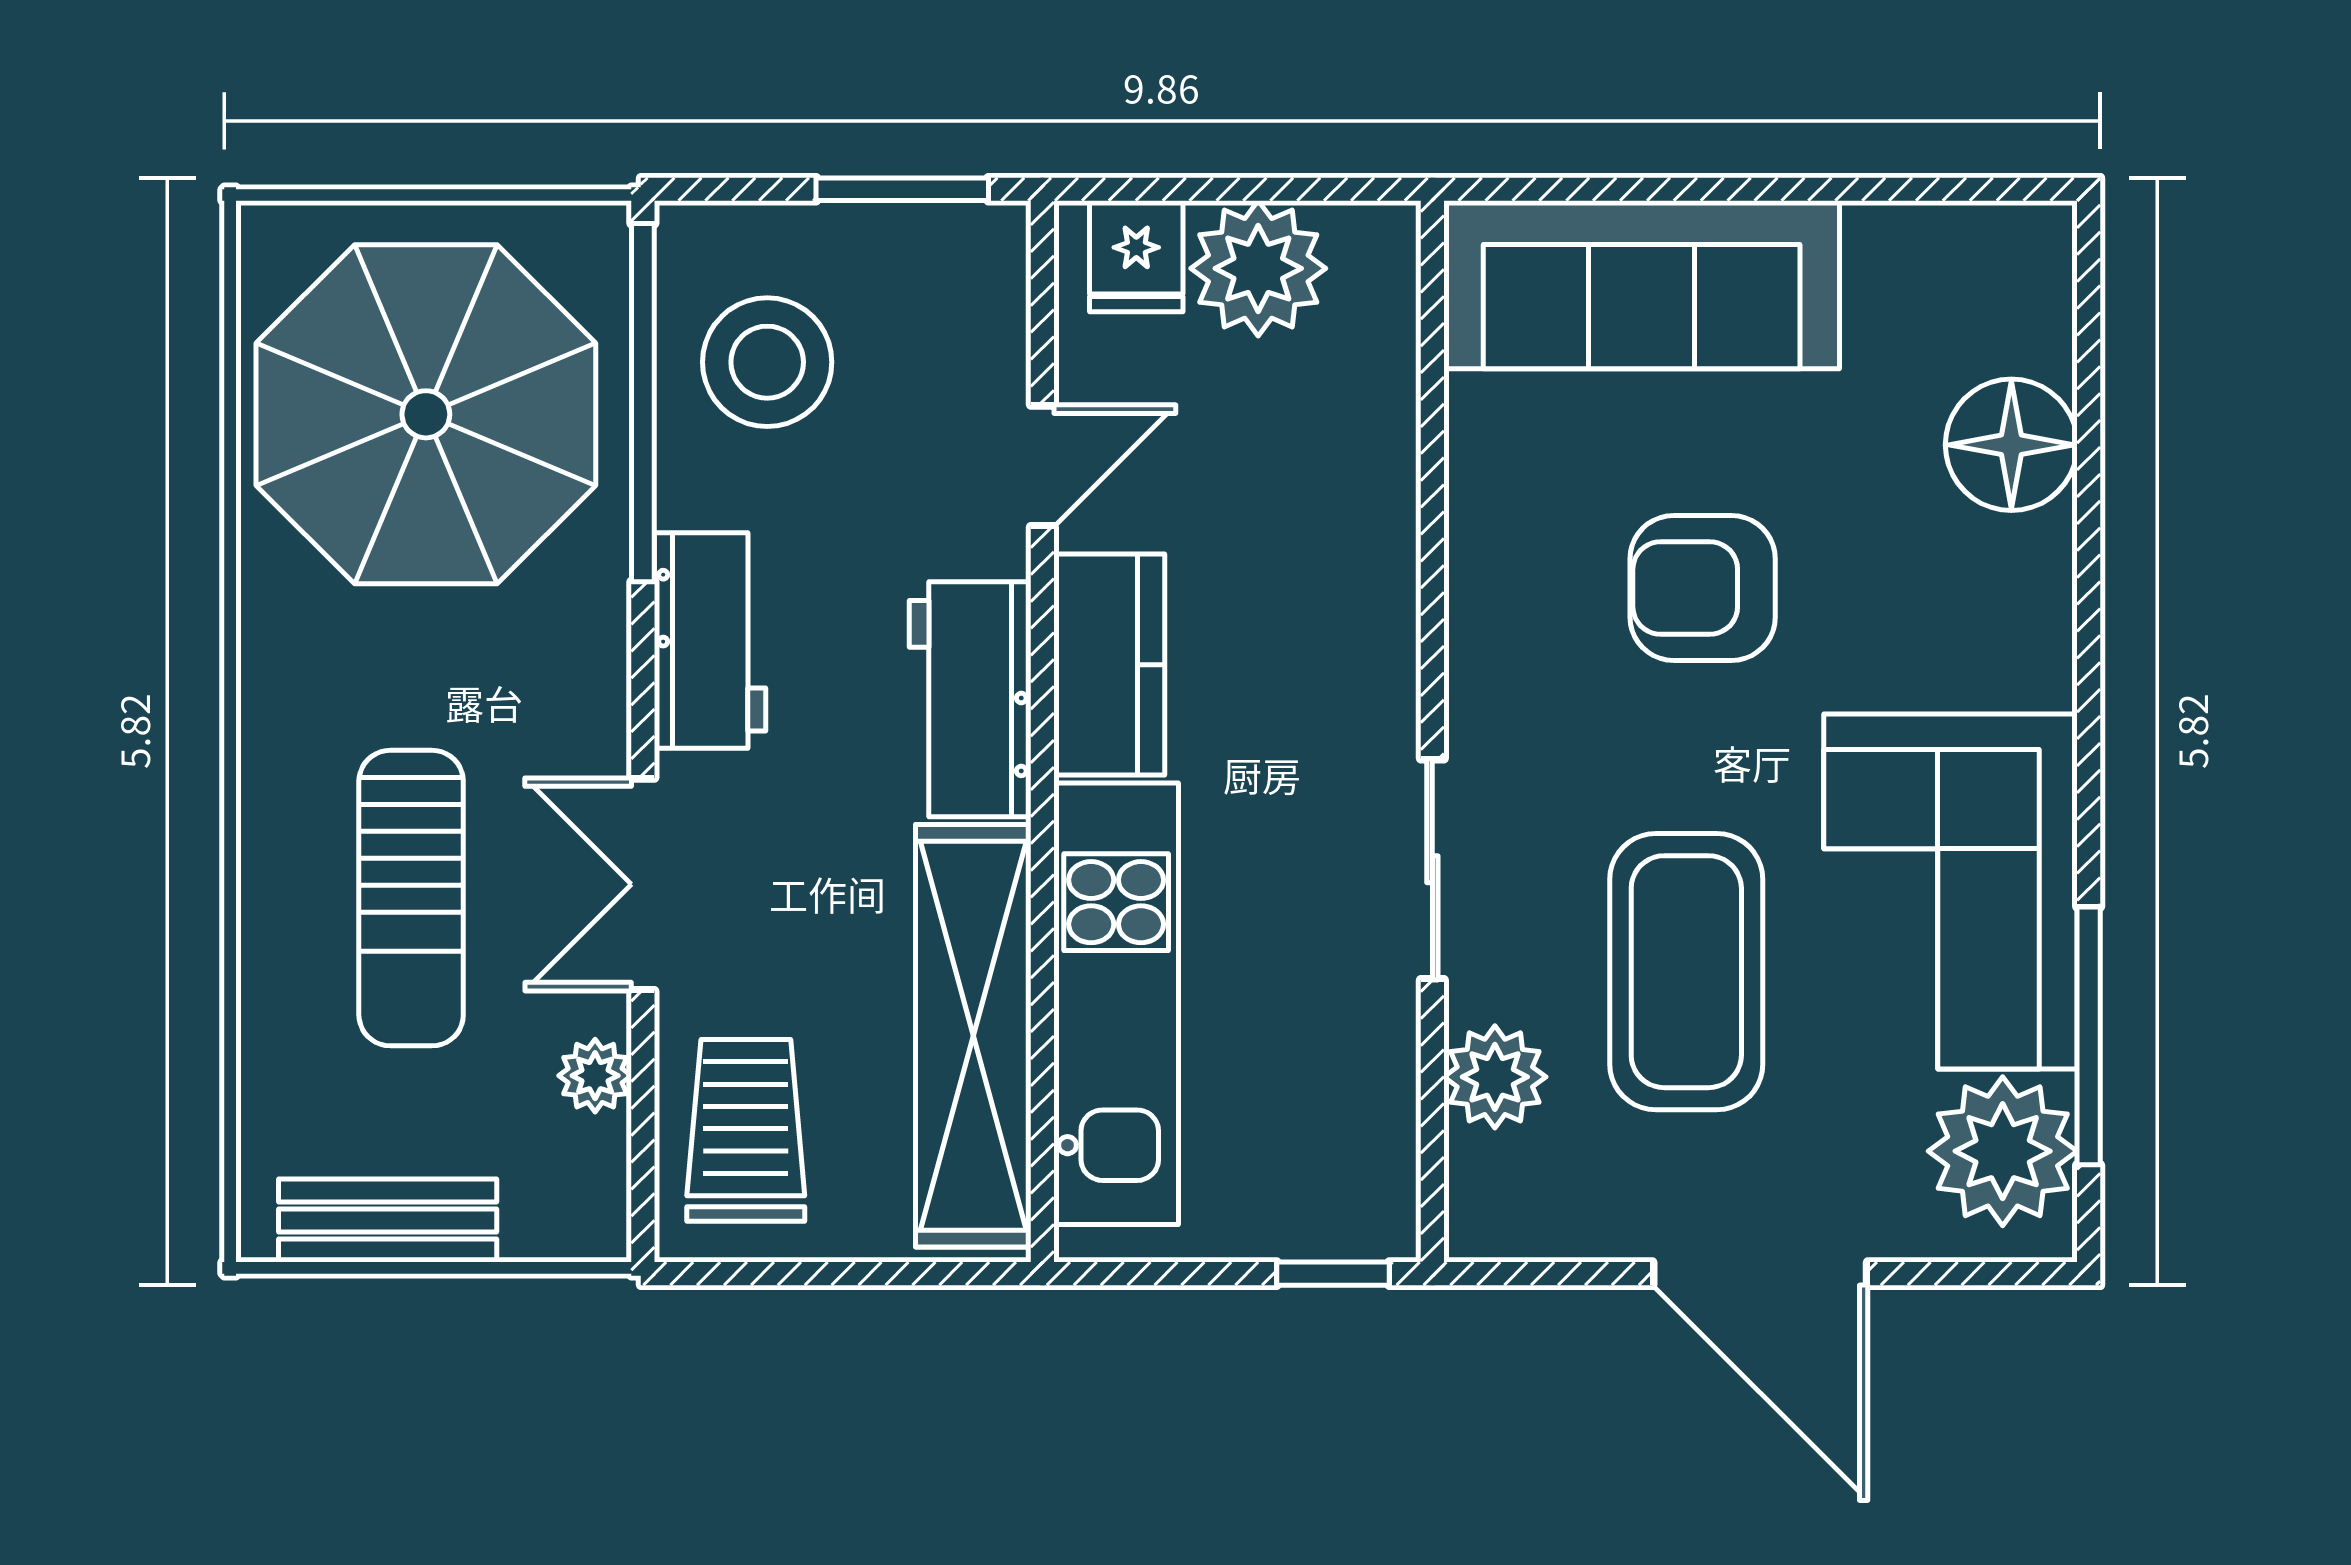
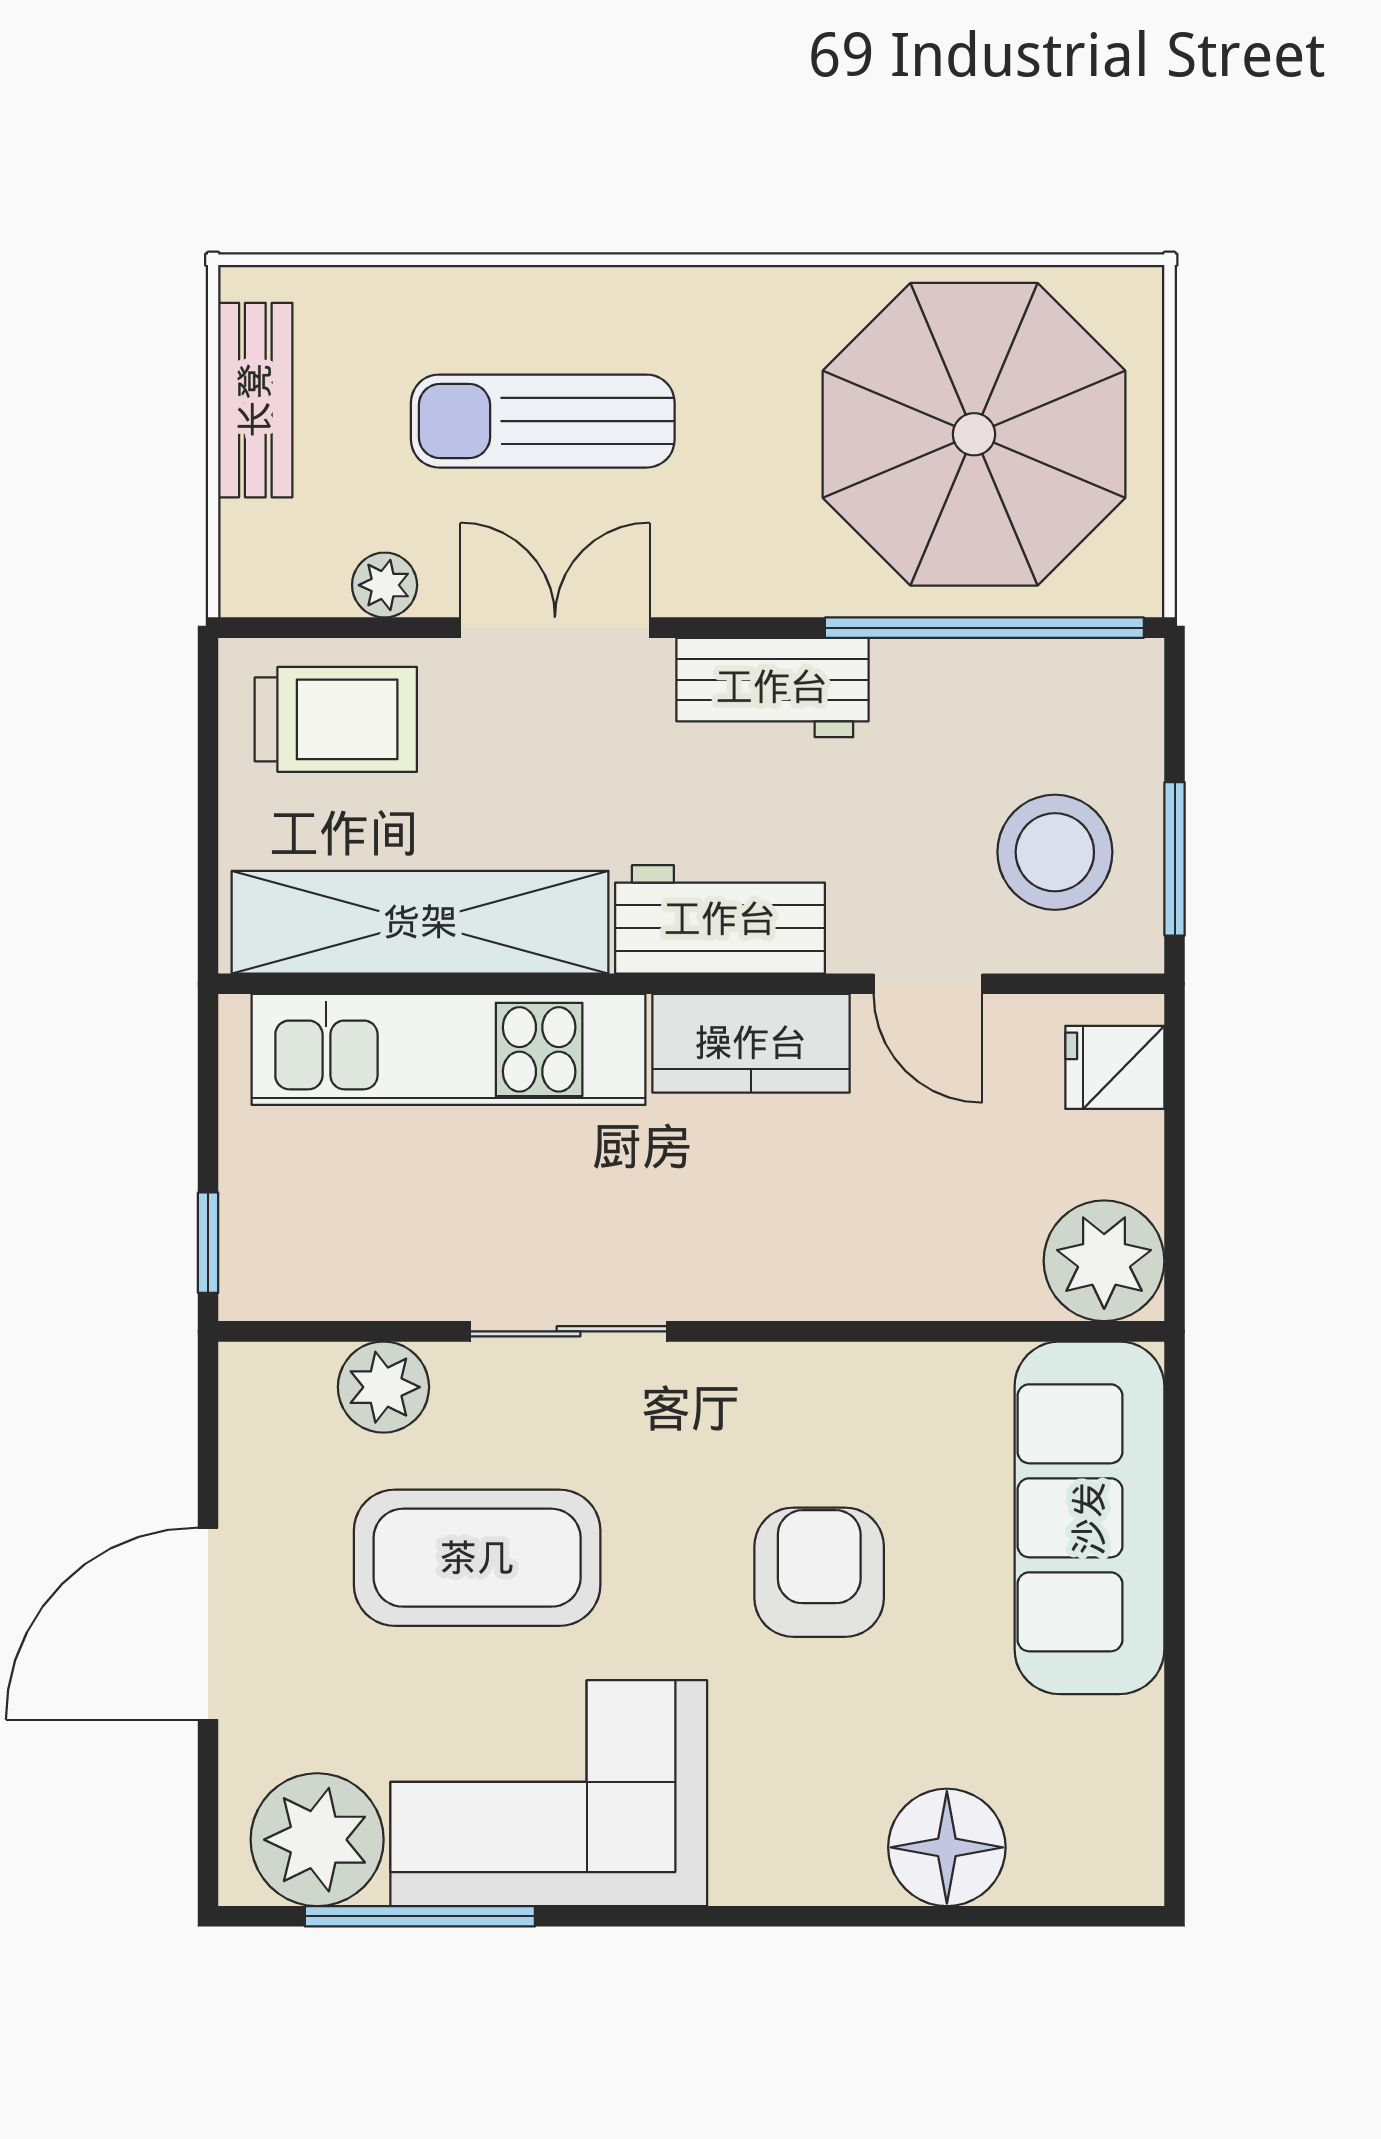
plant: (1258, 268) -> (1104, 1261), moved
stool: (767, 362) -> (1055, 852), moved

